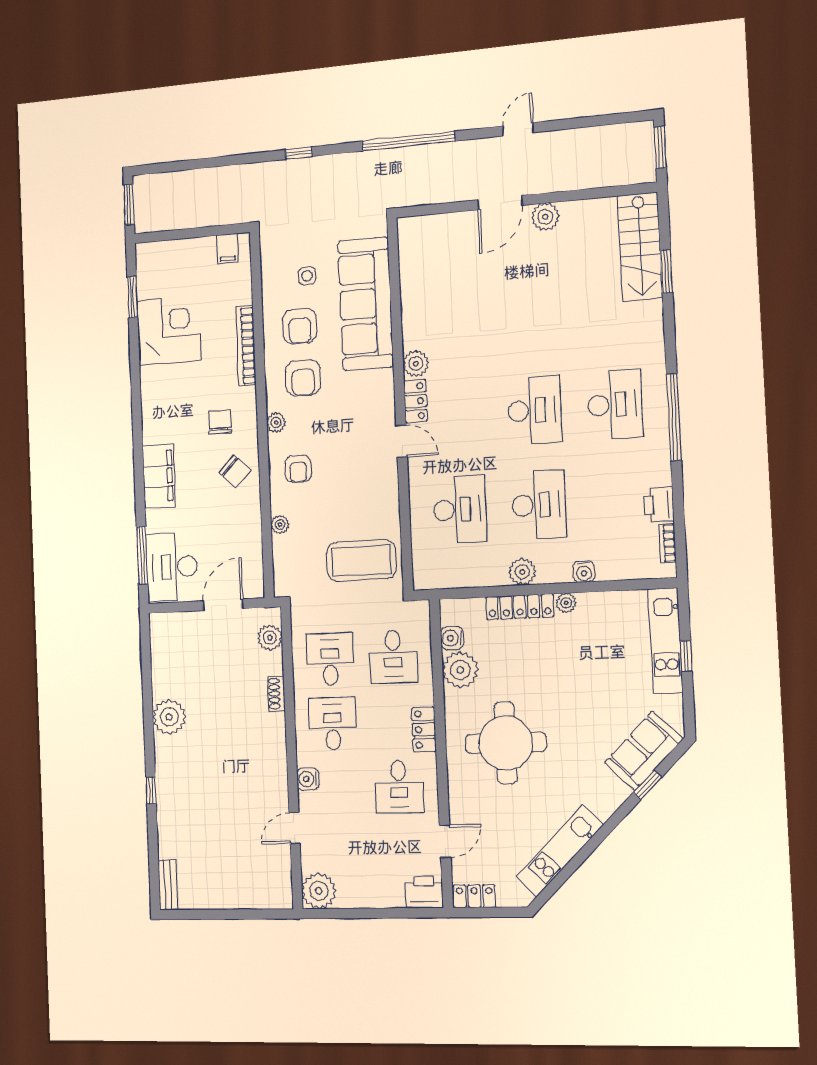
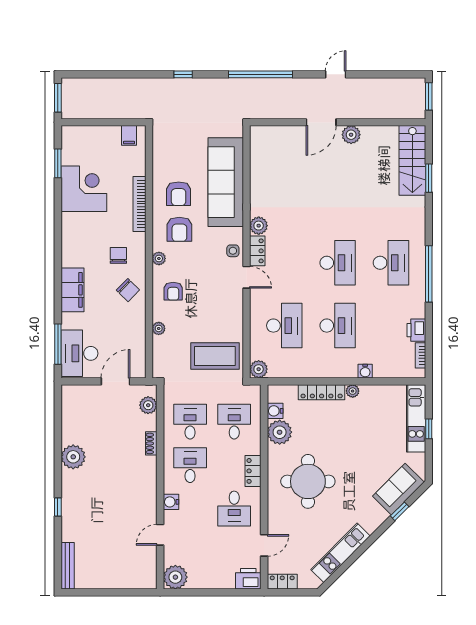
side table: (307, 276) -> (233, 251), moved
plant: (522, 572) -> (259, 369), moved
desk: (393, 657) -> (234, 422), turned 180
bench: (168, 885) -> (68, 566), width x1.36

